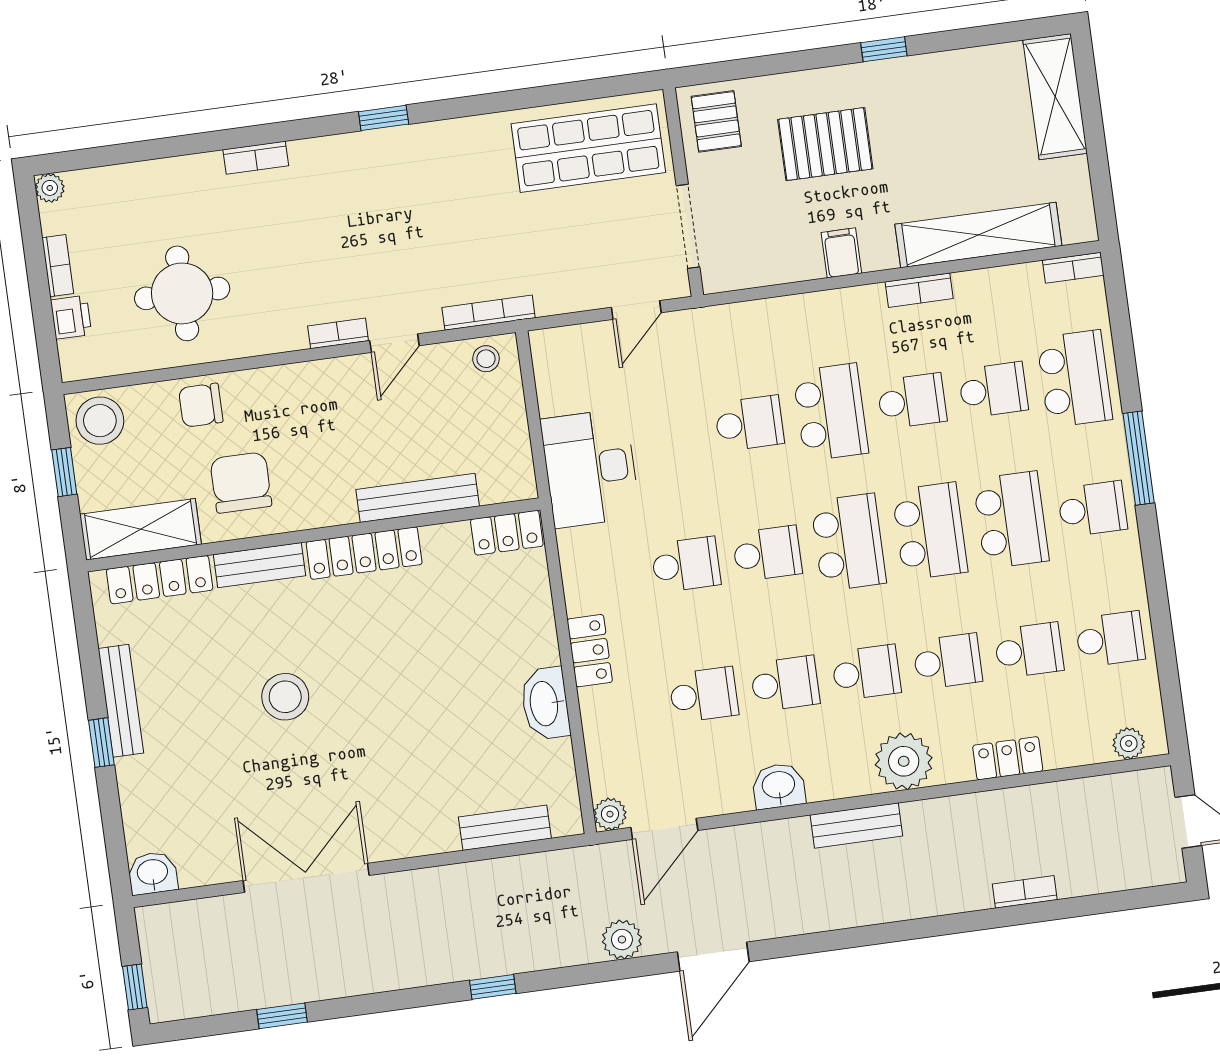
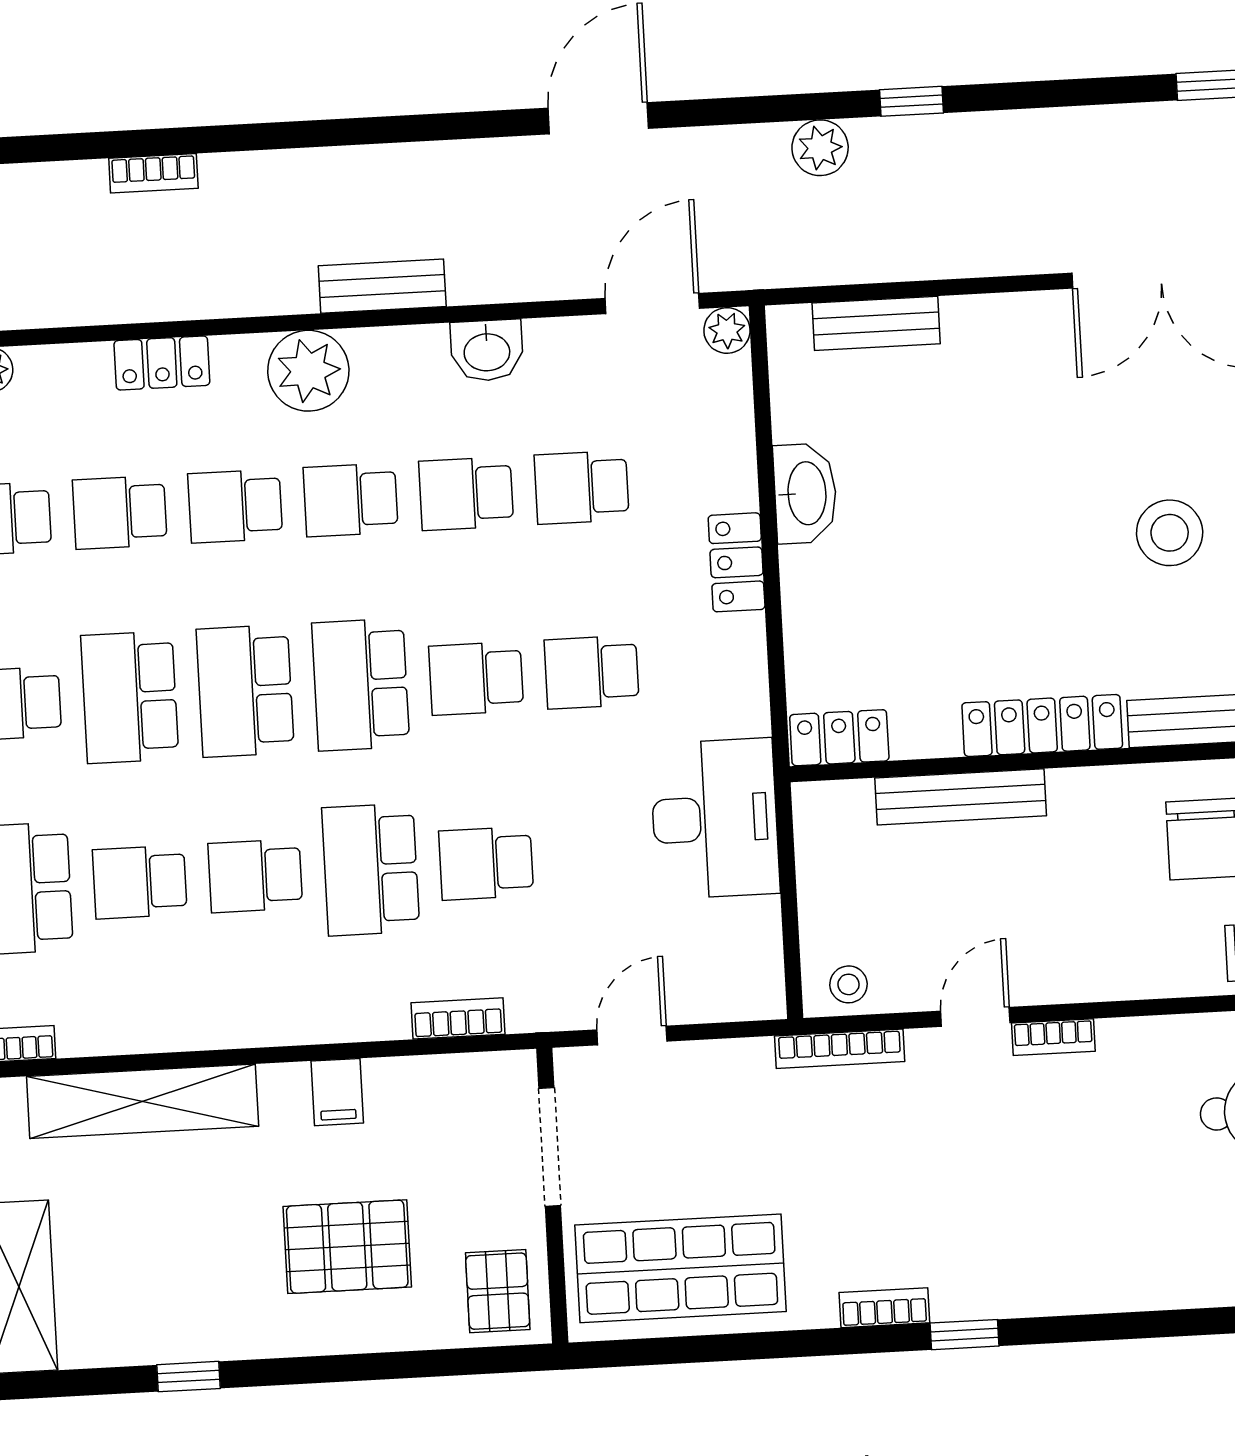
window: (884, 49) -> (188, 1377), moved
bookcase: (256, 158) -> (884, 1308), moved
bookcase: (919, 290) -> (458, 1018), moved
plant: (622, 940) -> (820, 148), moved

